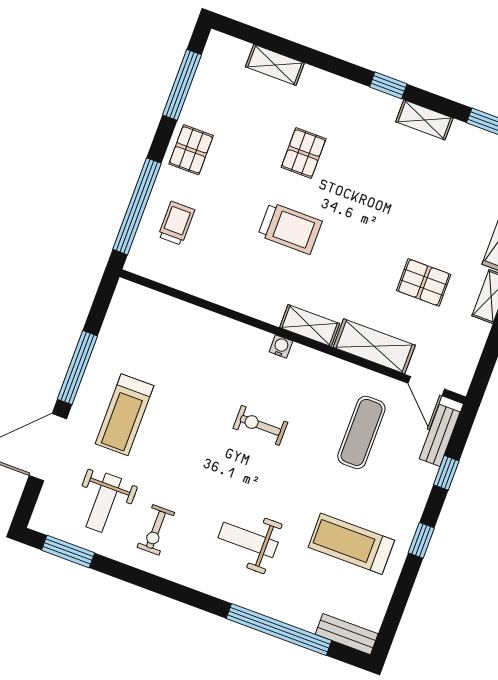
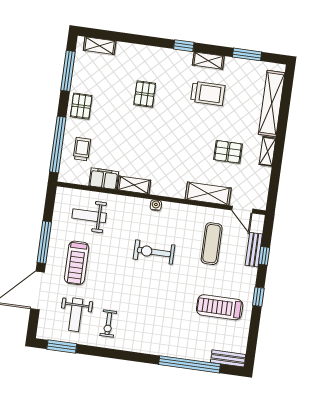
shelving: (275, 65) -> (100, 46), moved
trolley: (290, 228) -> (208, 93), moved
filing cabinet: (202, 282) -> (104, 179), added
shelving: (310, 325) -> (134, 185), moved
exercise bike: (260, 425) -> (154, 252), width x1.38, depth x1.39
bench: (440, 435) -> (254, 250), moved
weight bench: (248, 540) -> (89, 216), moved

